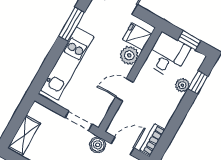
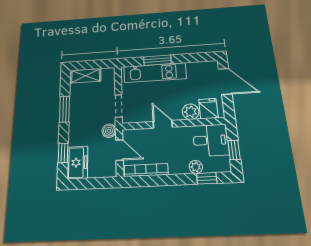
window: (71, 24) -> (157, 60), moved
bookcase: (153, 140) -> (146, 170), width x1.56

